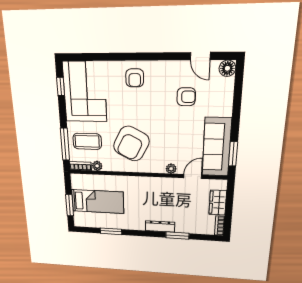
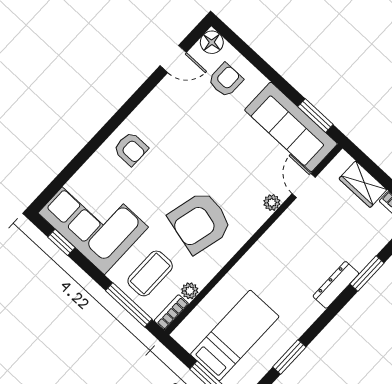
armchair: (186, 97) -> (226, 80), moved
armchair: (131, 144) -> (200, 222), turned 77

